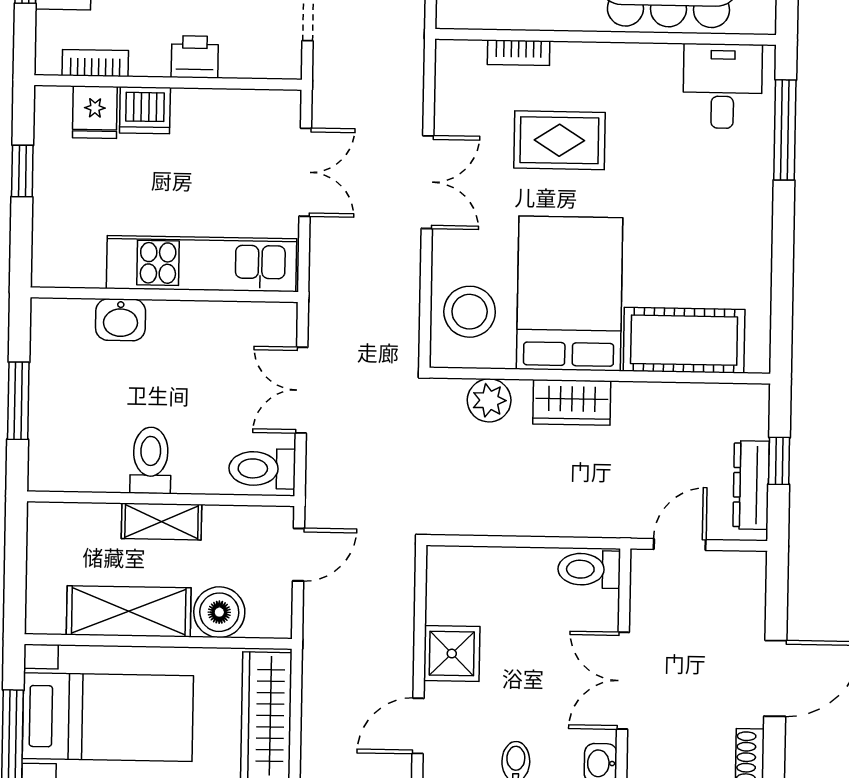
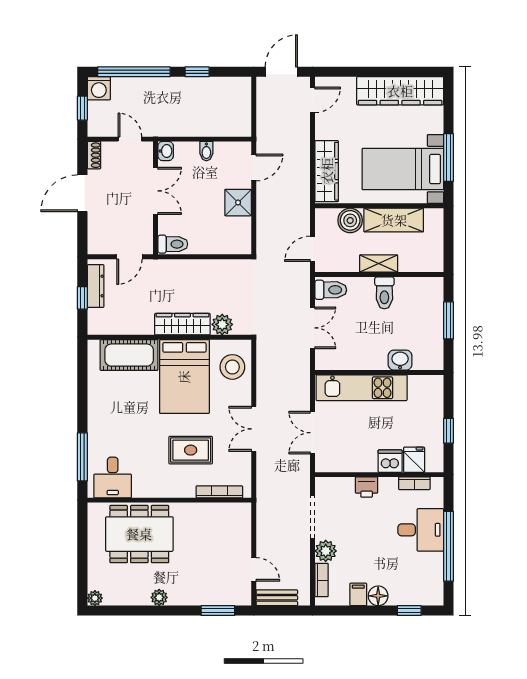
bookcase: (519, 53) -> (219, 492), width x1.56
wardrobe: (572, 402) -> (182, 324), width x1.50

